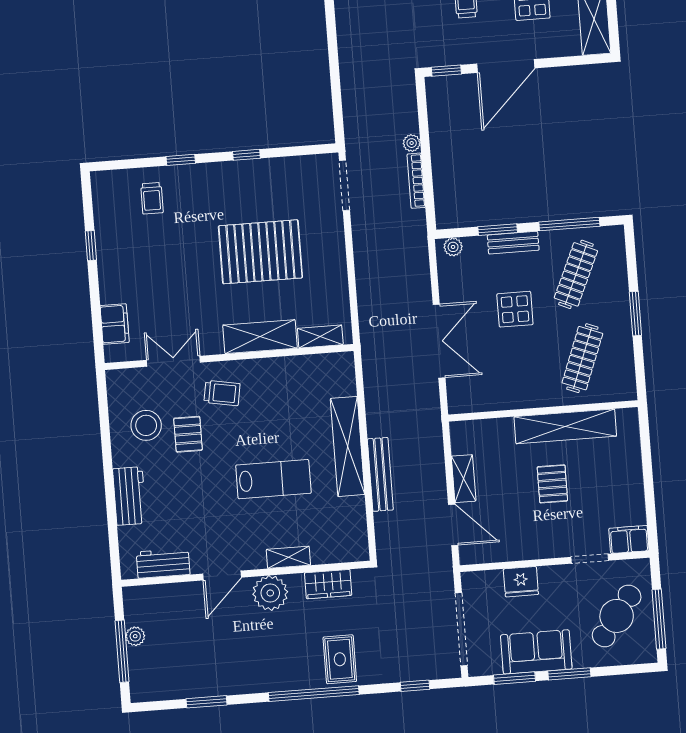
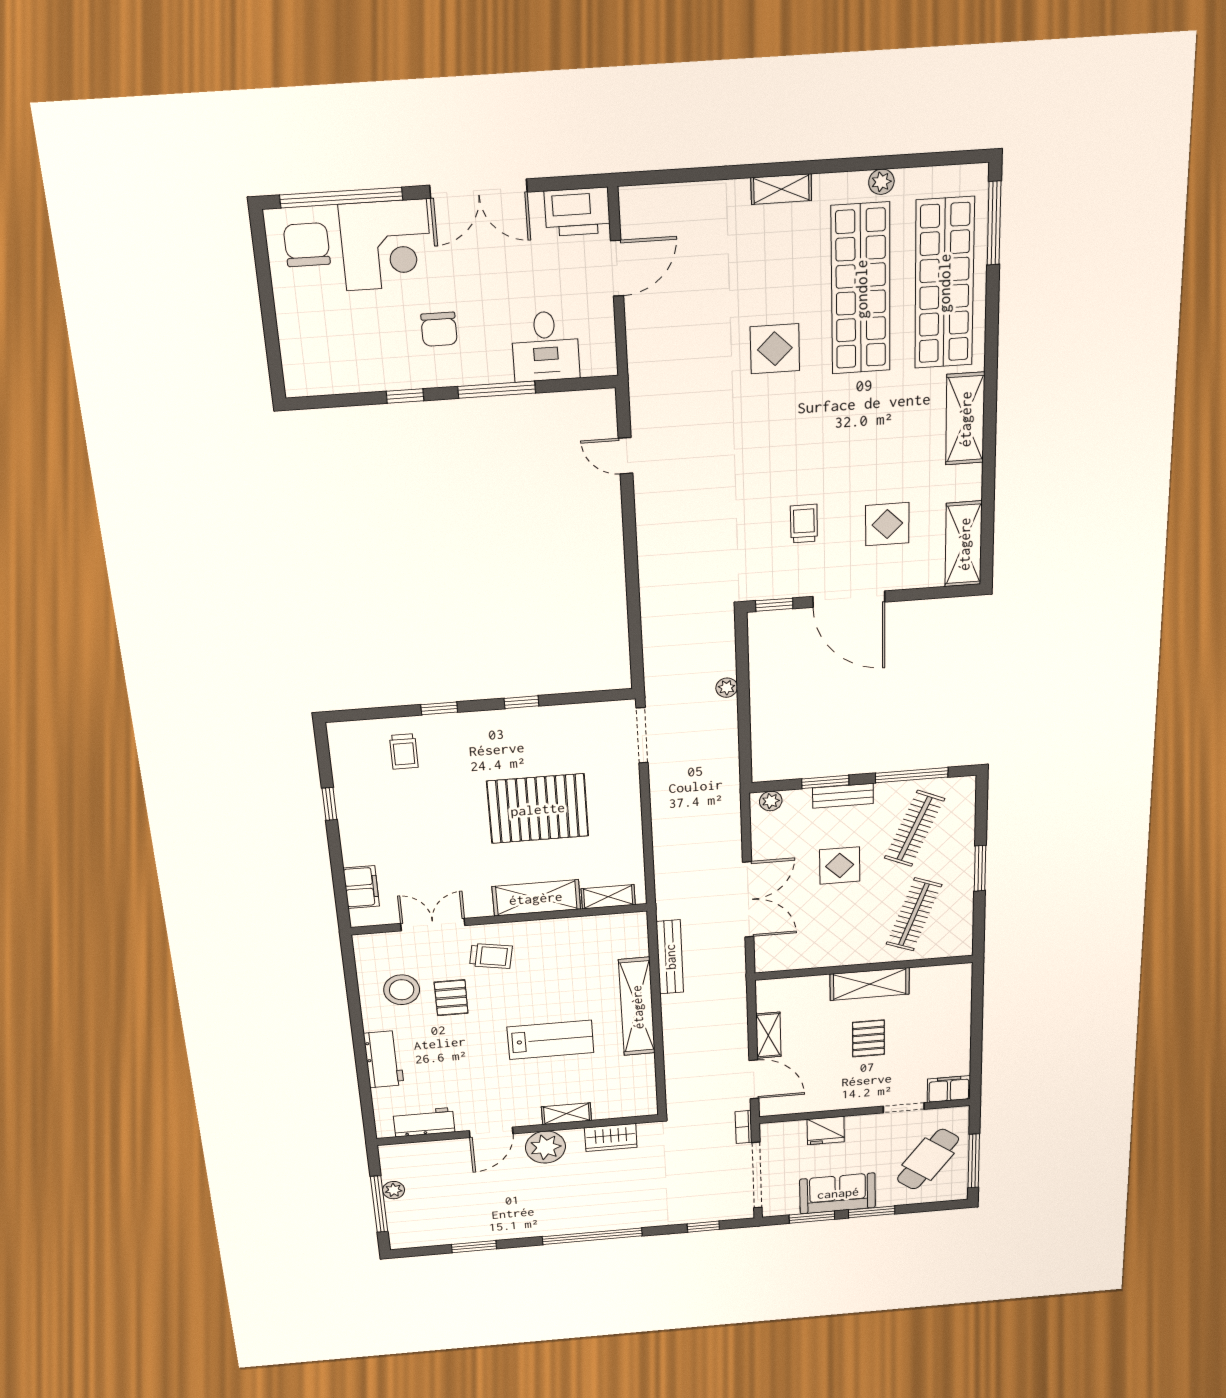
door: (506, 66) -> (849, 599), hinge flipped
bookcase: (416, 181) -> (744, 1127), moved, width x0.64
shelving: (565, 426) -> (870, 984), width x0.68
bench: (380, 474) -> (670, 957), moved
rug: (340, 659) -> (622, 1205), removed

